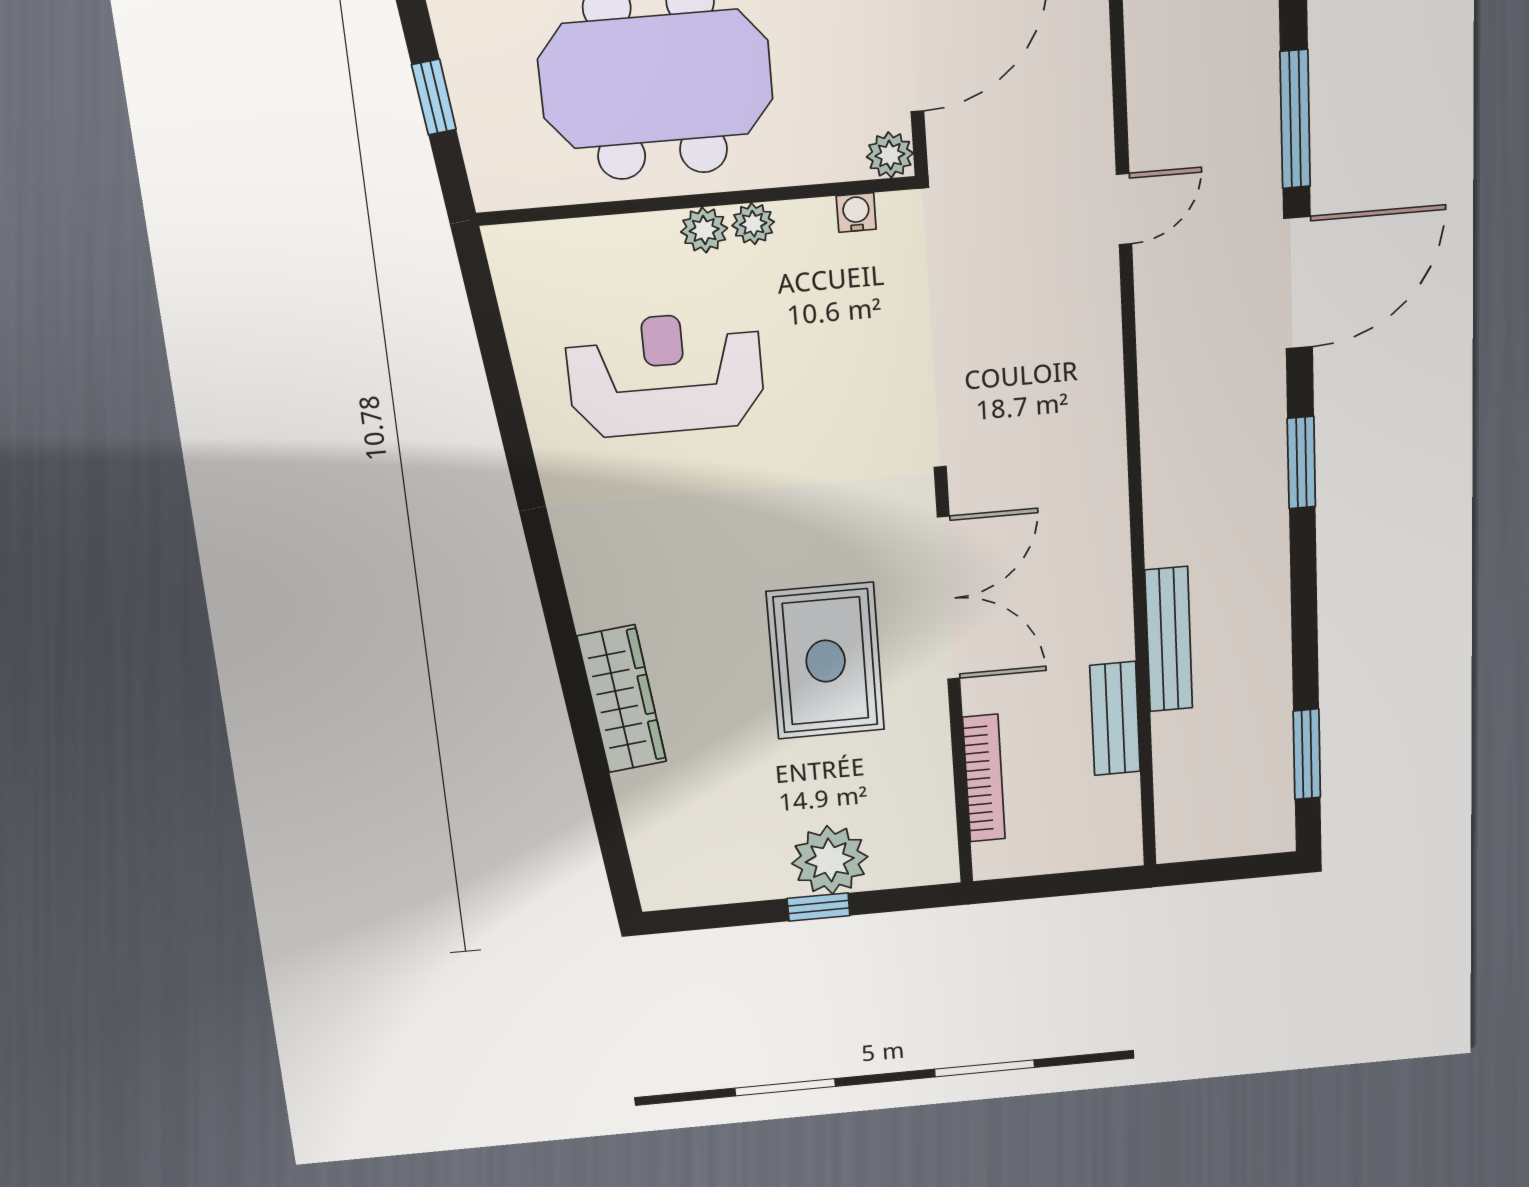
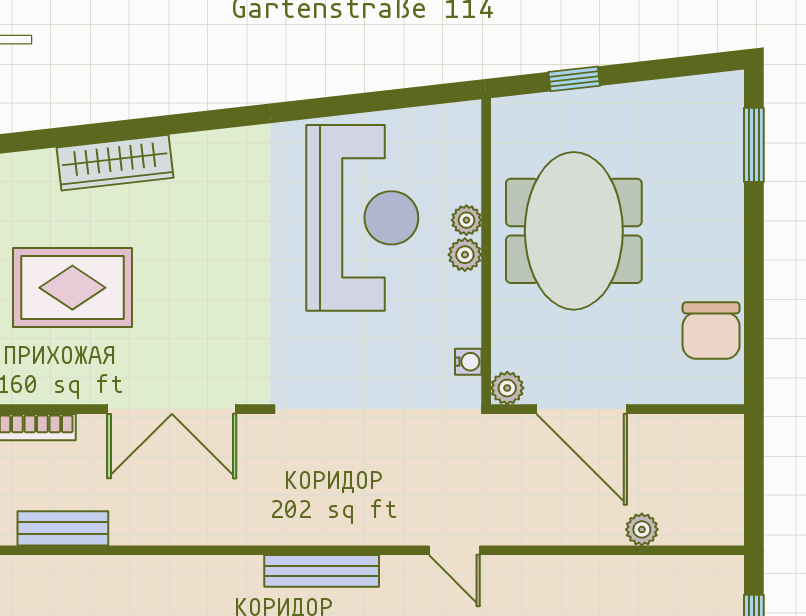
plant: (753, 224) -> (466, 220), moved
reception desk: (665, 374) -> (362, 218), width x1.36, depth x1.30
bench: (1169, 639) -> (322, 571), moved
rug: (826, 661) -> (72, 288), moved

